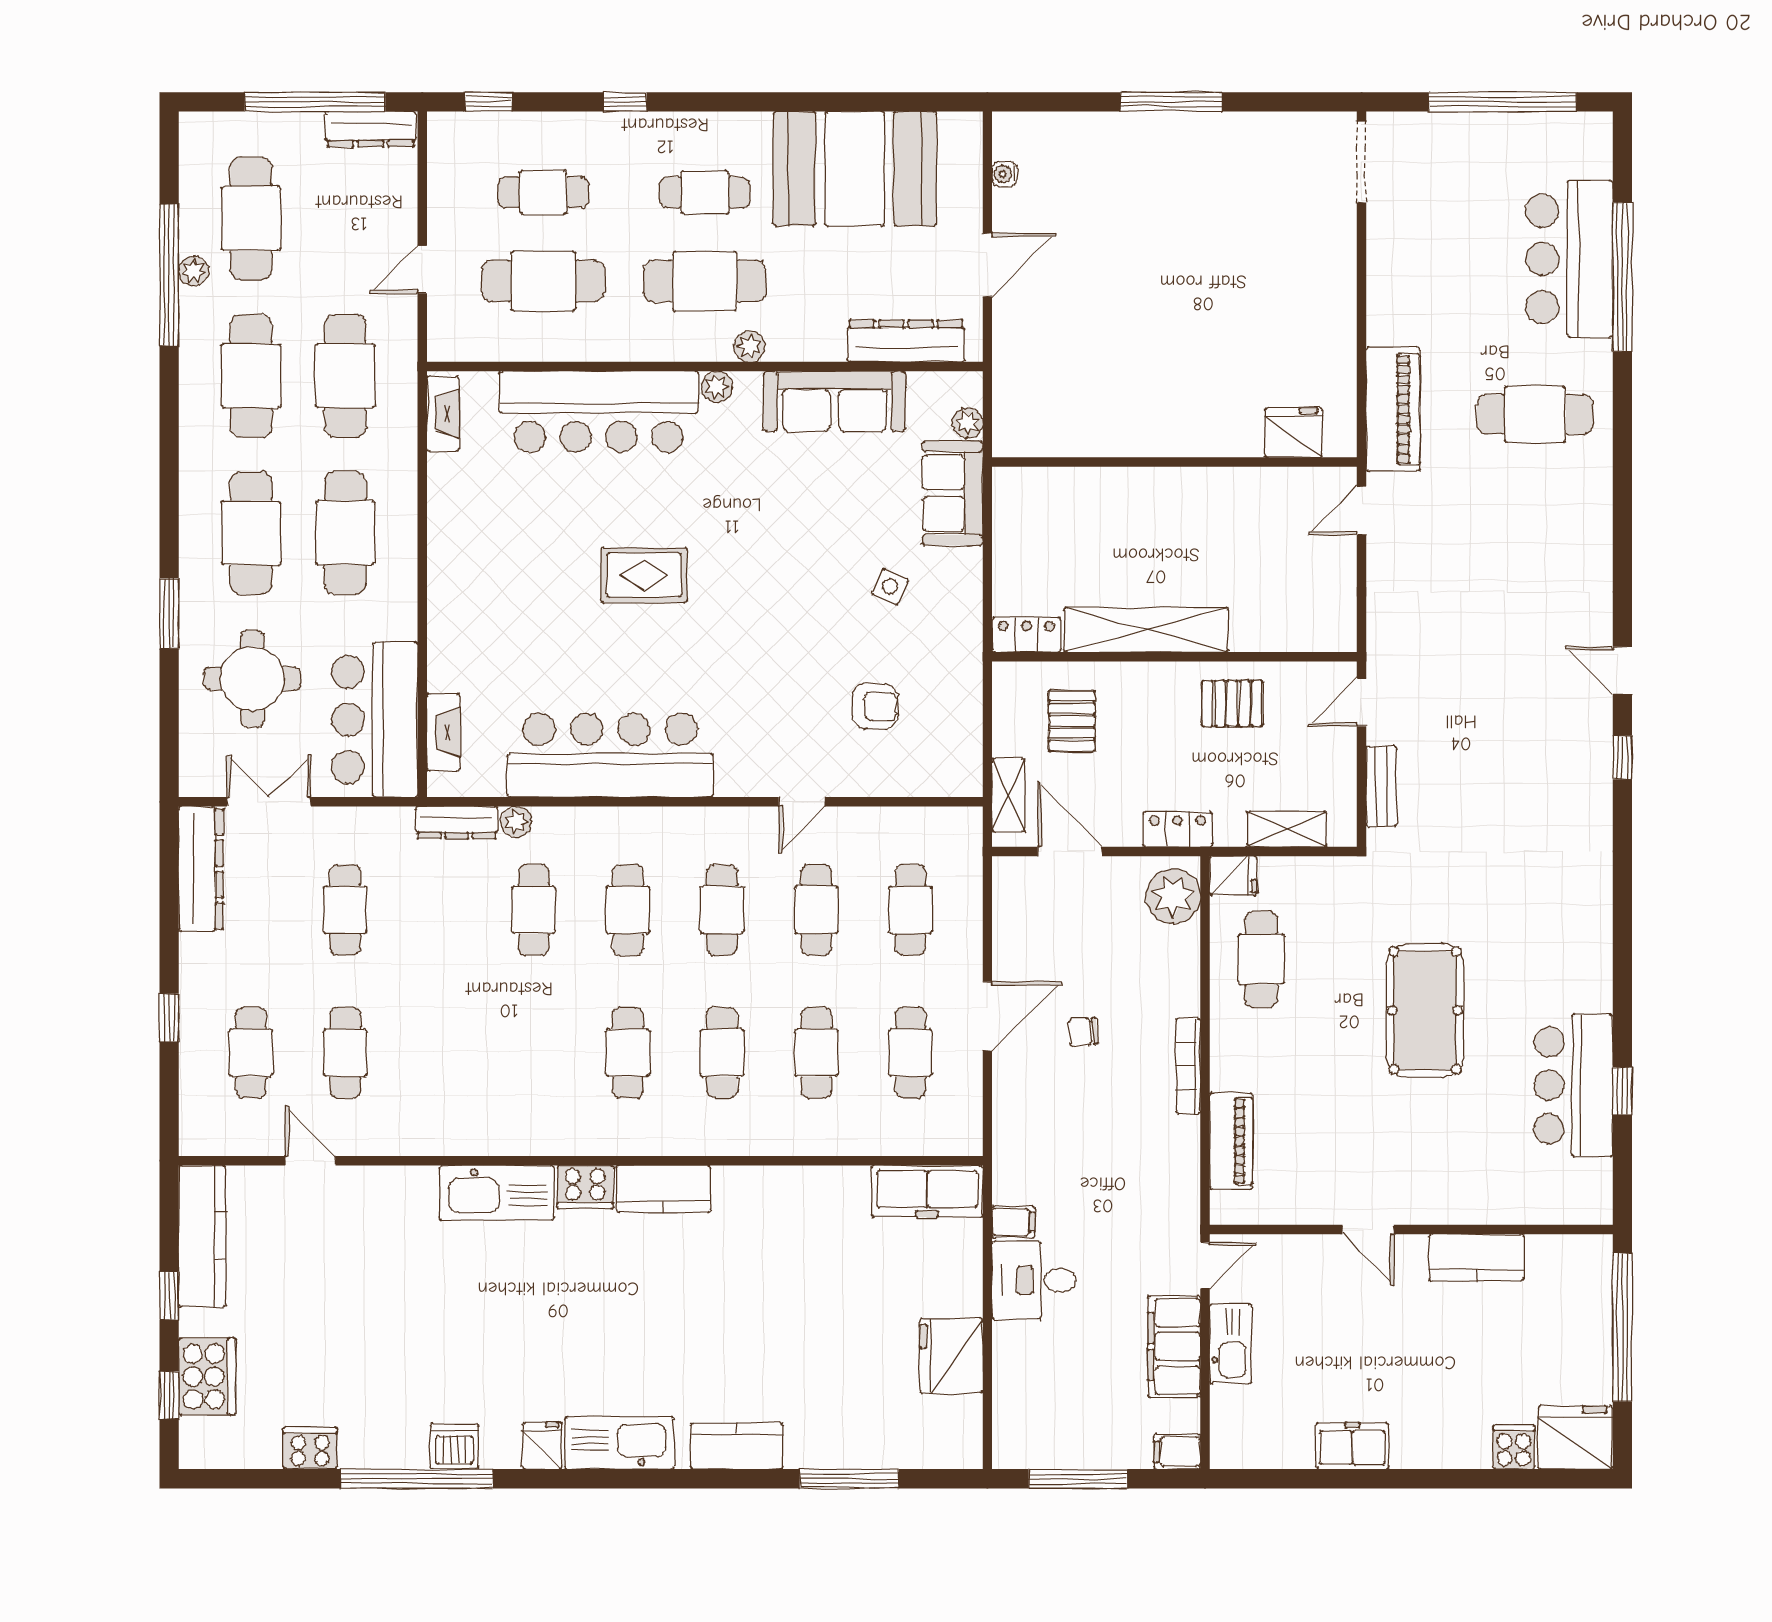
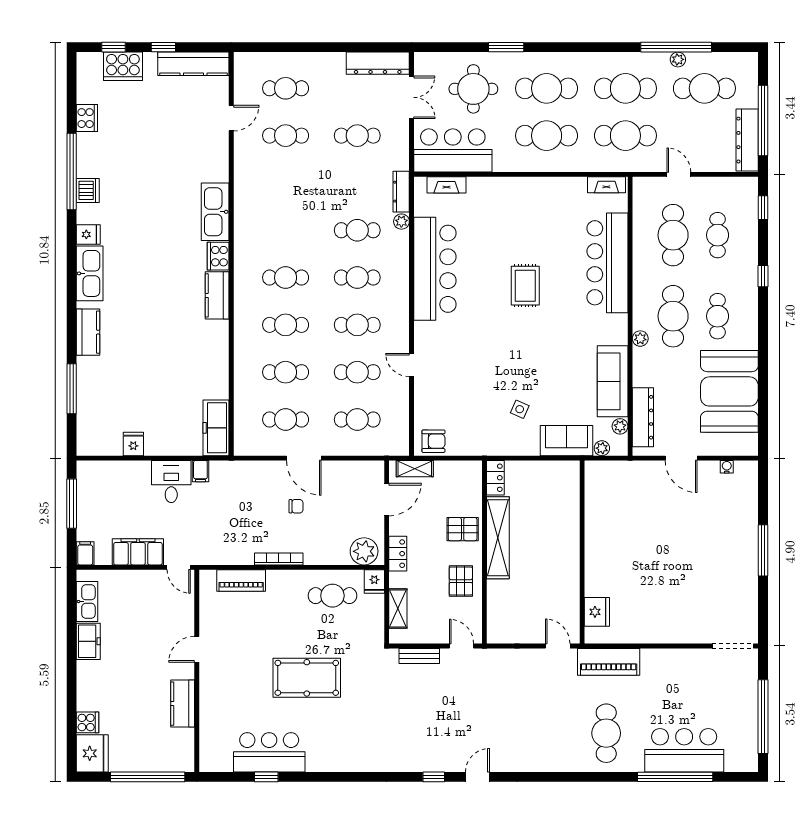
dresser: (371, 129) -> (747, 140), width x1.37, depth x1.24
plant: (717, 387) -> (620, 426), moved
armchair: (875, 706) -> (433, 441), moved, turned -90
pallet: (1072, 721) -> (463, 529), moved
window: (169, 1018) -> (303, 47), removed
chair: (1083, 1032) -> (296, 506), turned 95
kitchen sink: (1231, 1344) -> (87, 602), moved, turned -90
fridge: (951, 1356) -> (133, 444), width x0.53, depth x0.75

